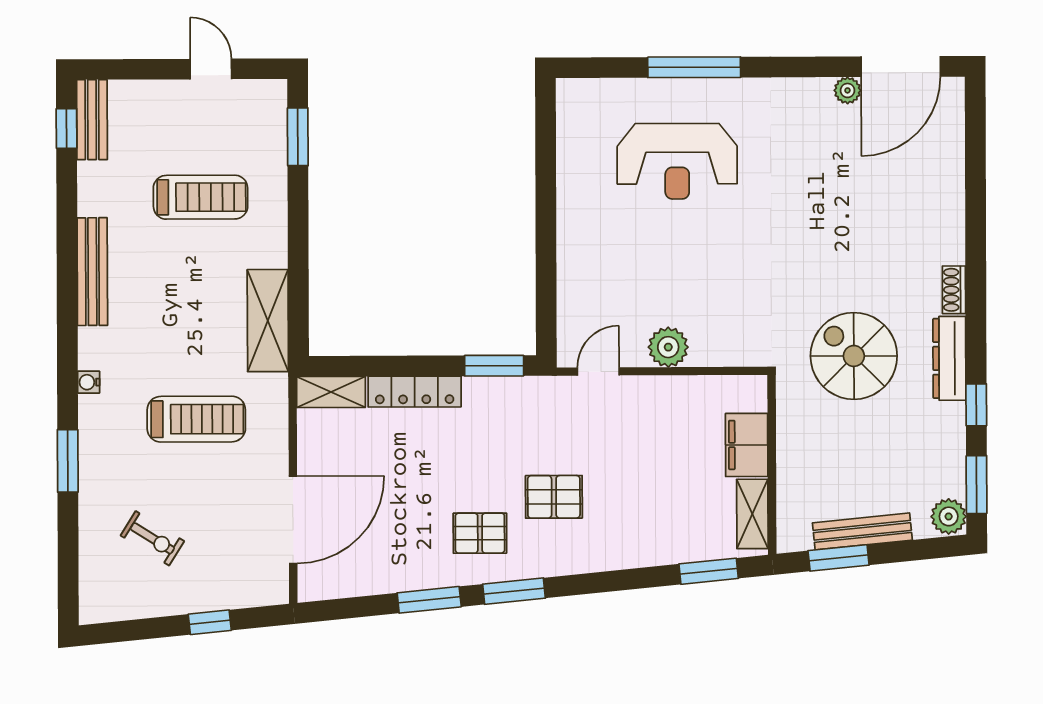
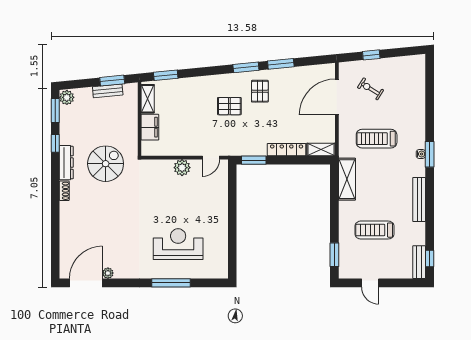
spiral stairs: (854, 356) -> (106, 164), turned -90
window: (68, 461) -> (430, 154), moved
bench: (862, 531) -> (108, 91), width x0.73
pallet: (480, 533) -> (260, 91), turned 90
exercise bike: (152, 538) -> (370, 89), moved

